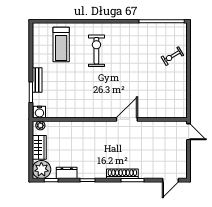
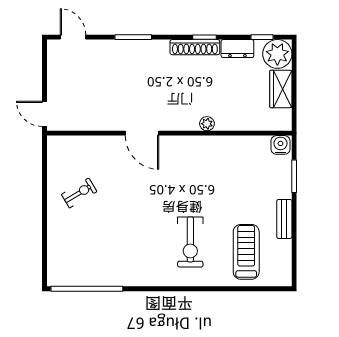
exercise bike: (172, 56) -> (79, 193), moved
bench: (37, 80) -> (284, 219), moved
door: (127, 119) -> (142, 133), hinge flipped
plant: (40, 125) -> (207, 124), moved
shoe rack: (122, 174) -> (195, 47), moved
door: (171, 180) -> (73, 37), hinge flipped

